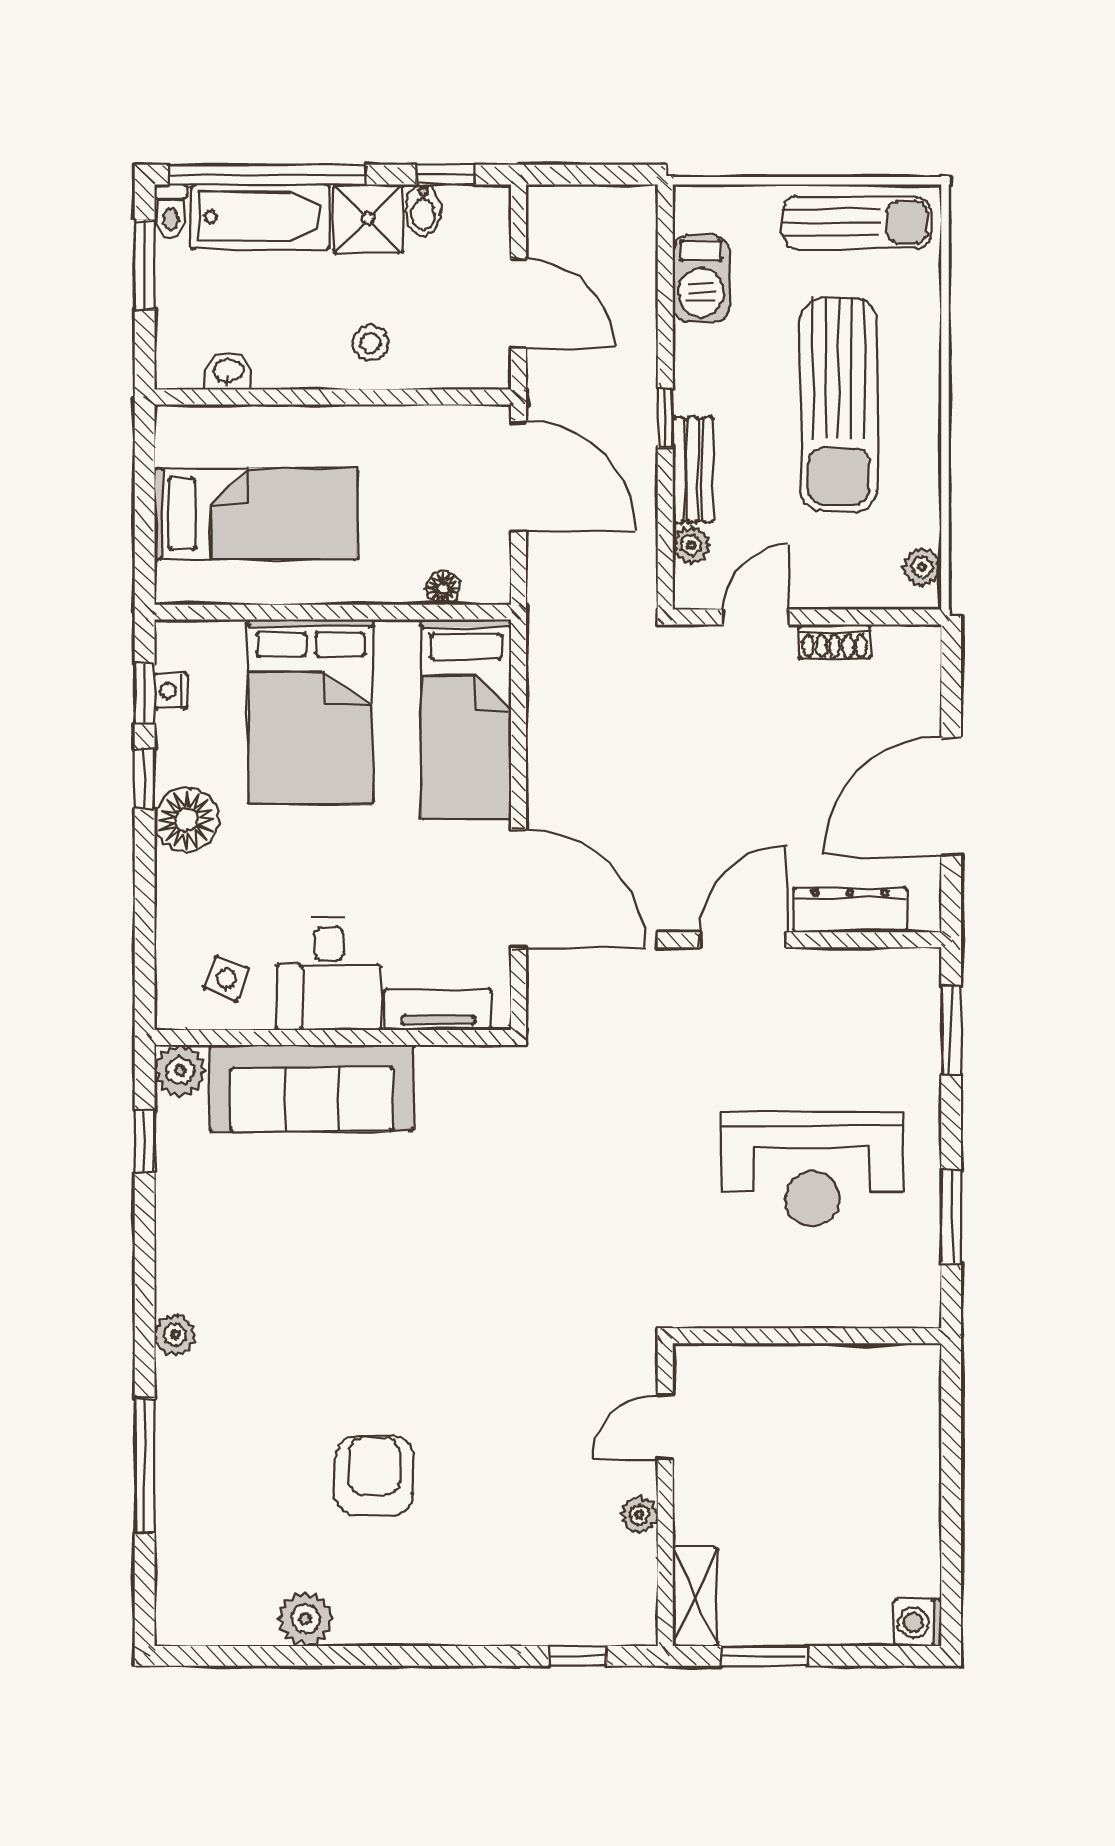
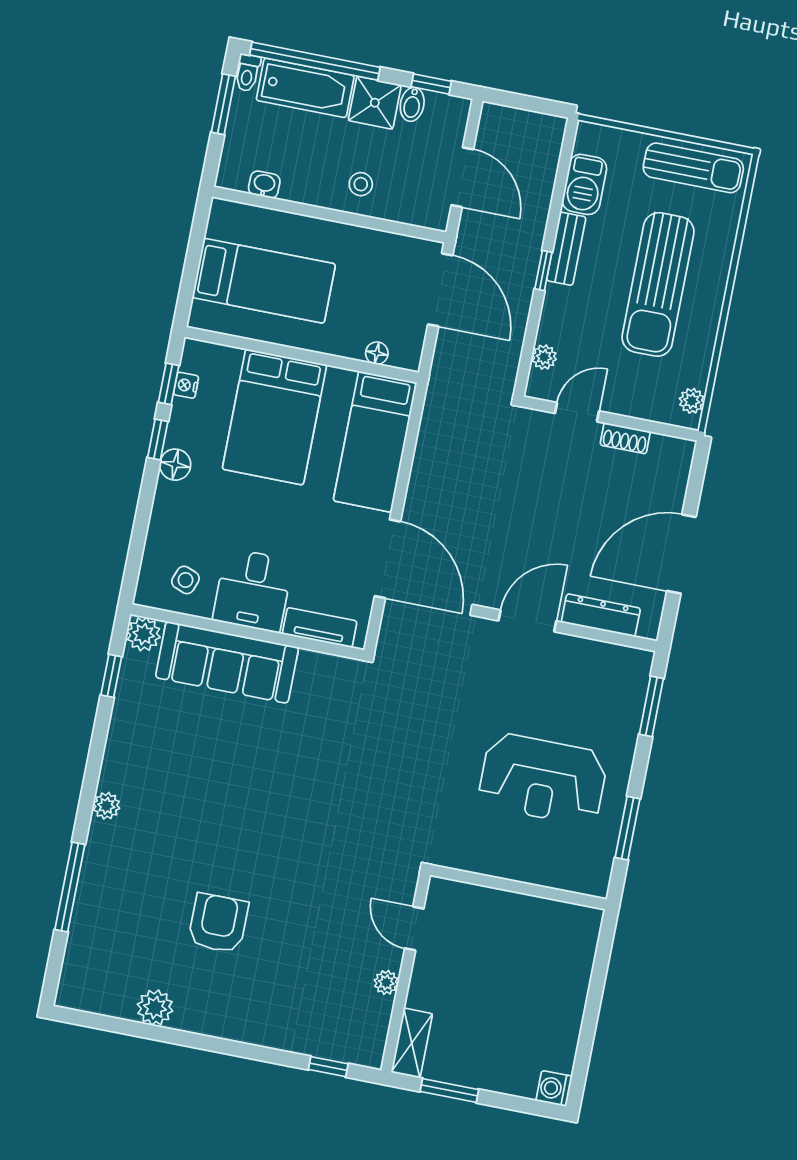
bench: (693, 470) -> (566, 249), moved
floor lamp: (187, 820) -> (175, 465), width x0.73, depth x0.73
door: (665, 1427) -> (414, 929), hinge flipped

